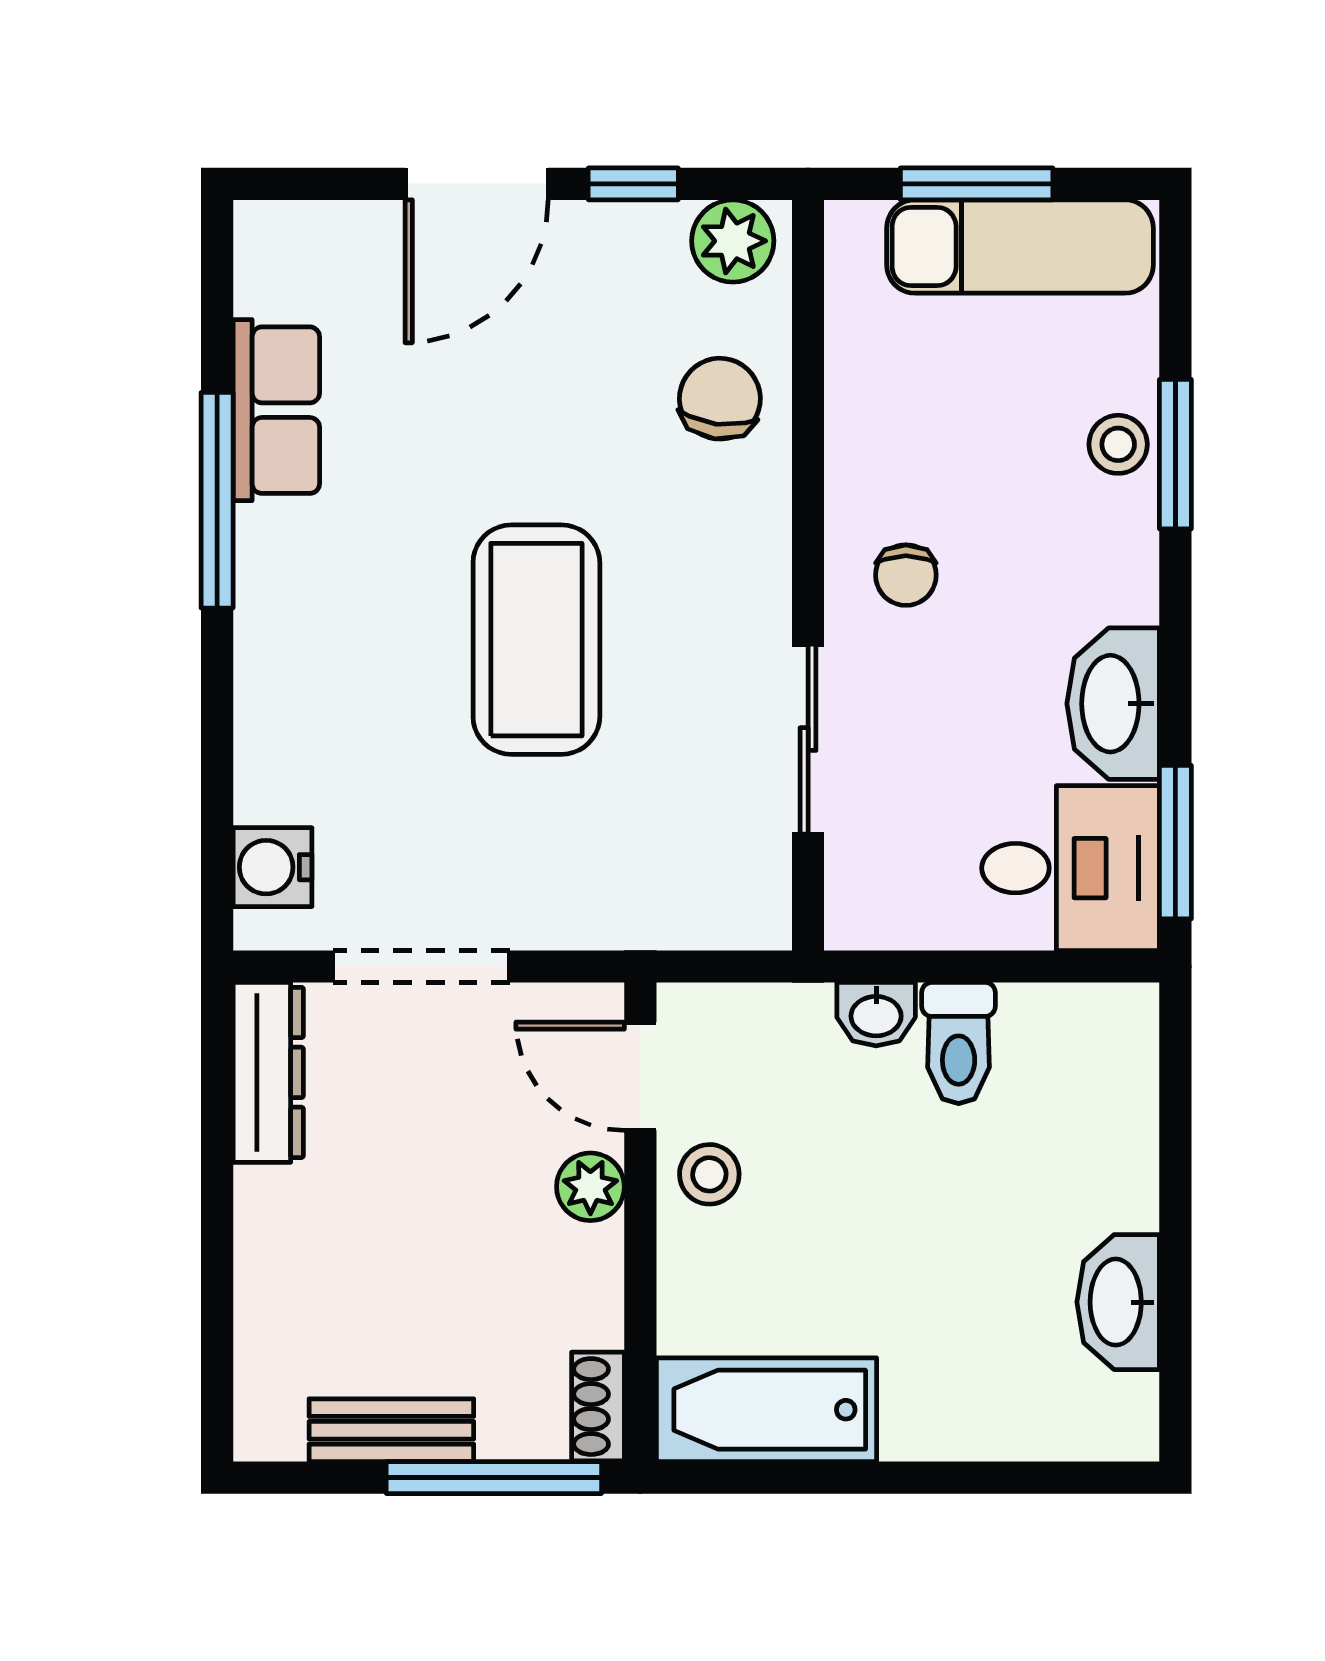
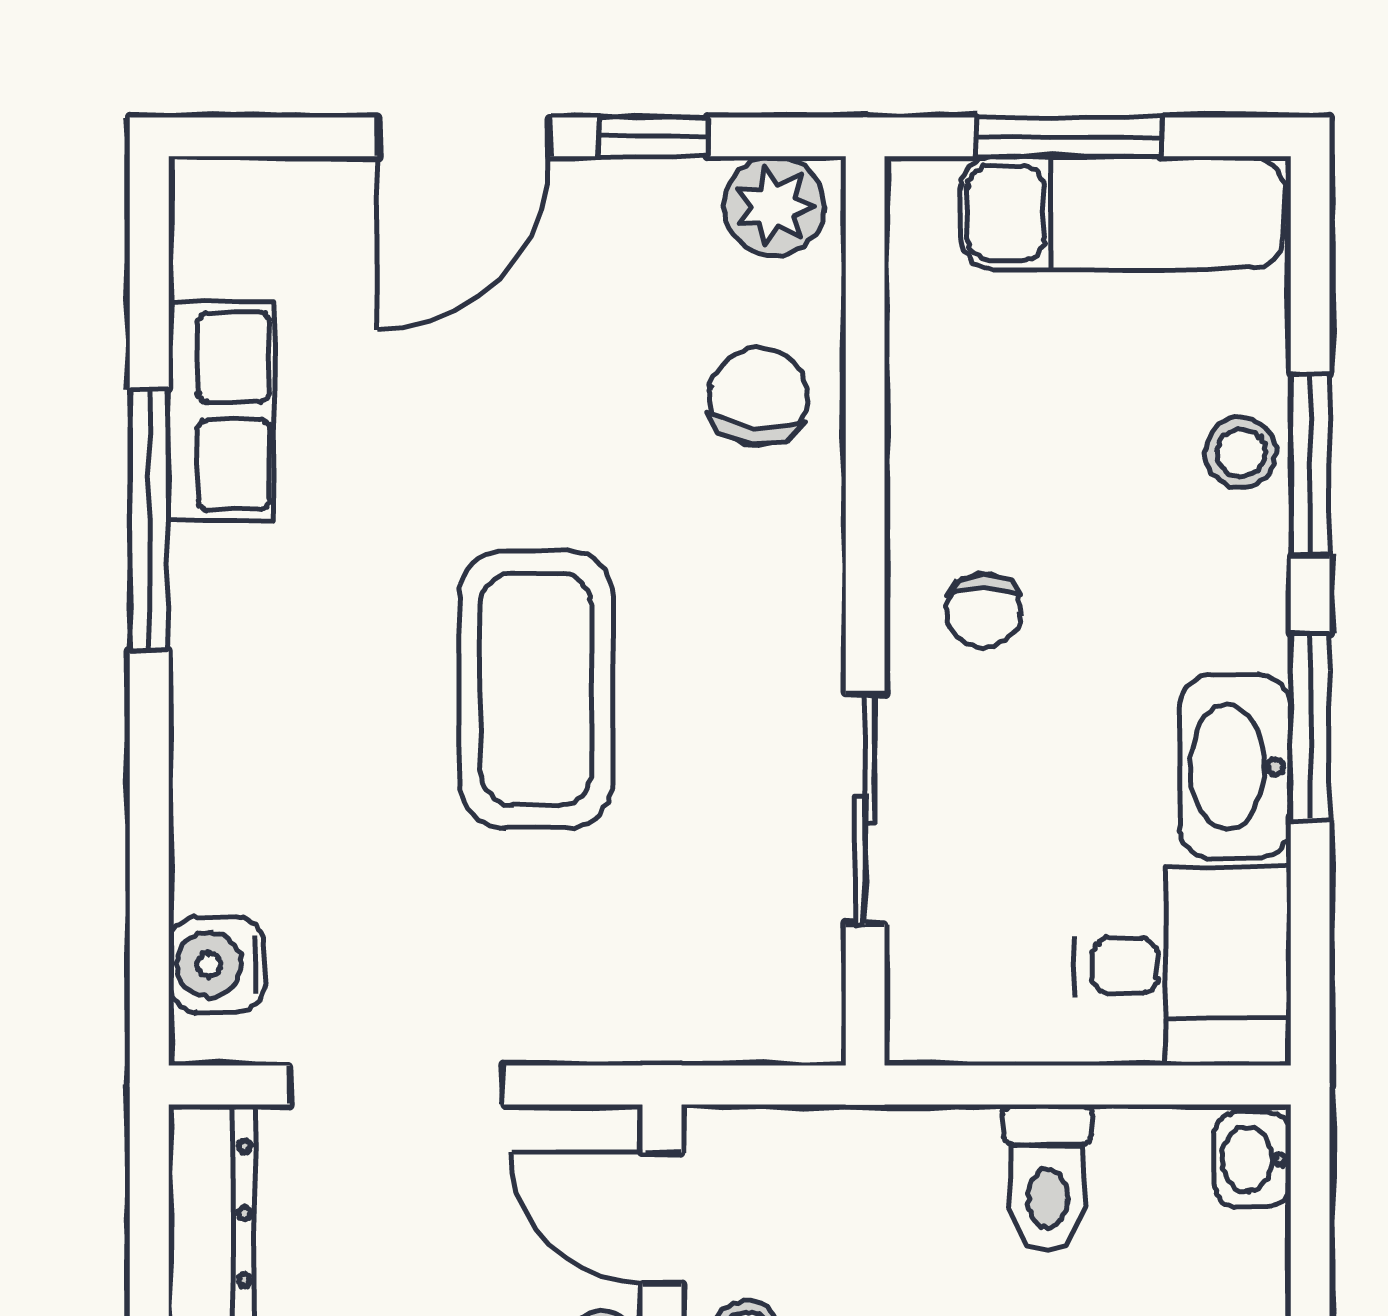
window: (1175, 842) -> (1310, 727), moved
washbasin: (876, 1014) -> (1252, 1159), moved, turned 90

